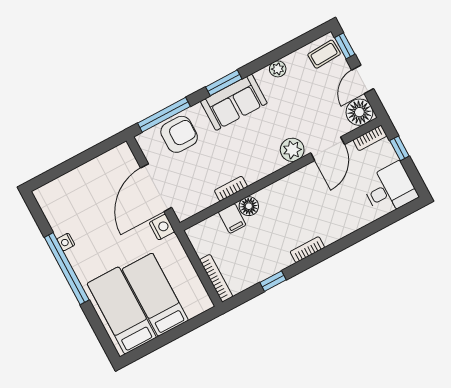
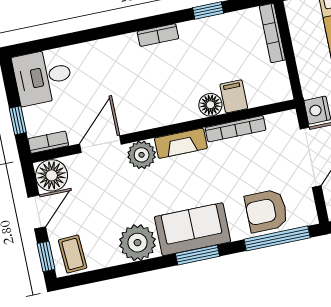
coffee table: (324, 54) -> (73, 254), turned 90
plant: (278, 69) -> (137, 243), width x1.88, depth x1.88
fireplace: (263, 168) -> (181, 143), added
bookcase: (231, 189) -> (236, 129), width x1.56

